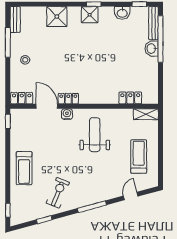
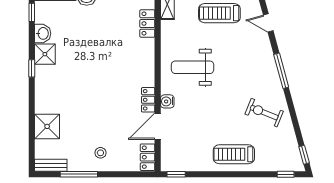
shower: (90, 15) -> (45, 54), moved
shower: (57, 17) -> (47, 126), moved
treadmill: (24, 168) -> (234, 154), turned 180
window: (44, 220) -> (304, 155), moved

